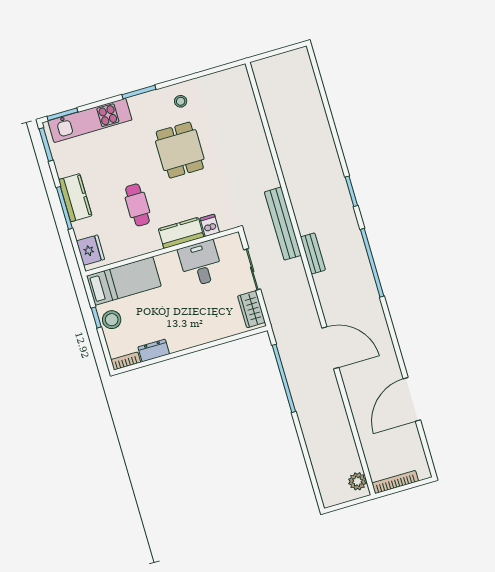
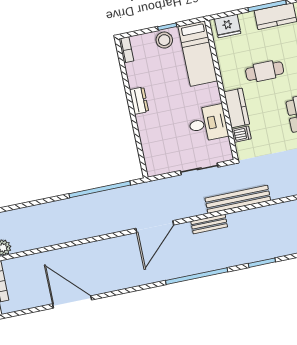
wardrobe: (251, 309) -> (164, 165), removed
door: (330, 348) -> (155, 227), moved
dresser: (154, 350) -> (139, 101), moved

